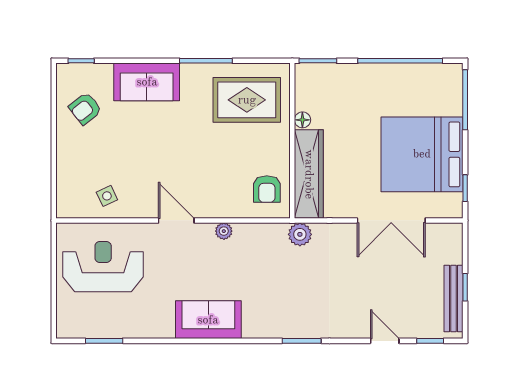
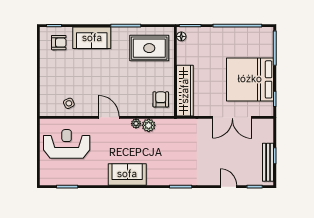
armchair: (85, 109) -> (59, 43), moved, turned -142
floor lamp: (302, 120) -> (181, 36), moved
armchair: (267, 189) -> (161, 99), turned 180
plant: (300, 234) -> (149, 125), moved

